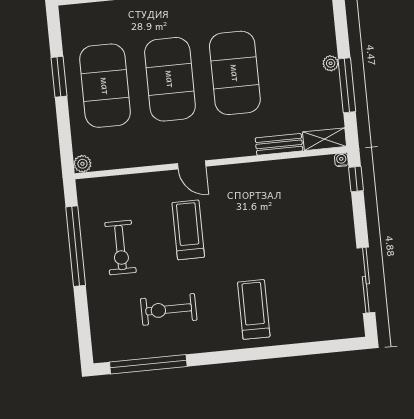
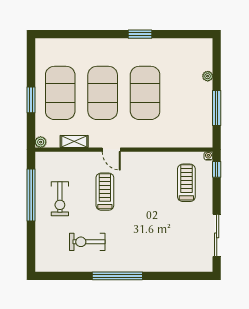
plant: (331, 63) -> (208, 76), moved
window: (59, 77) -> (31, 100), moved
shelving: (325, 139) -> (74, 142), moved
bench: (279, 144) -> (169, 142), removed
treadmill: (254, 309) -> (186, 183), moved
window: (148, 364) -> (117, 276), moved

